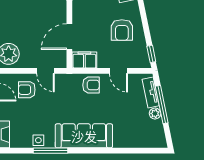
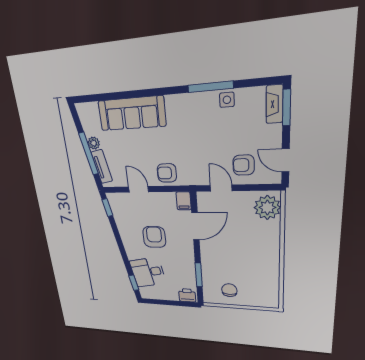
armchair: (122, 30) -> (154, 237), moved
filing cabinet: (84, 60) -> (184, 201), width x0.50
armchair: (27, 90) -> (244, 165), turned 180
sofa: (84, 136) -> (132, 113), moved

